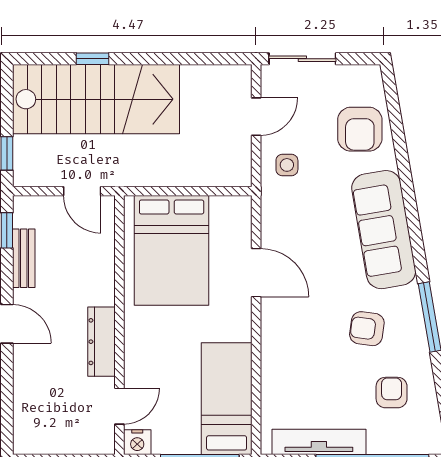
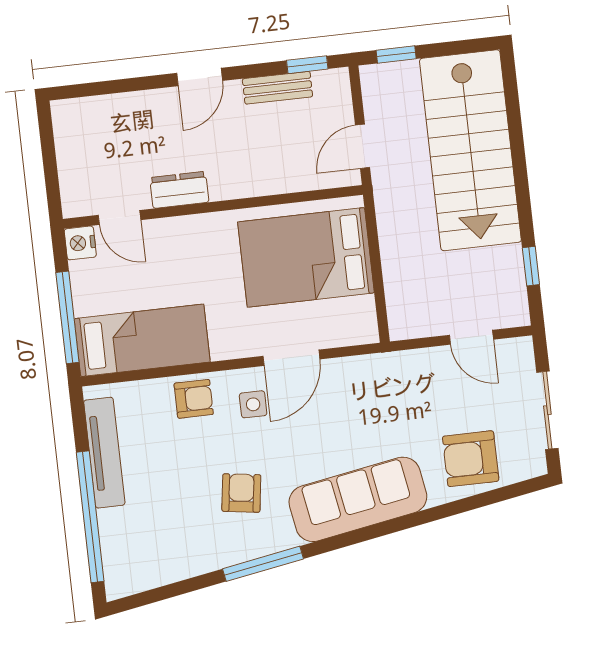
window: (93, 59) -> (531, 266), moved
sliding door: (302, 59) -> (547, 410), moved
side table: (287, 165) -> (253, 404), moved
dresser: (101, 342) -> (179, 190), width x0.70
armchair: (392, 393) -> (194, 399), moved

